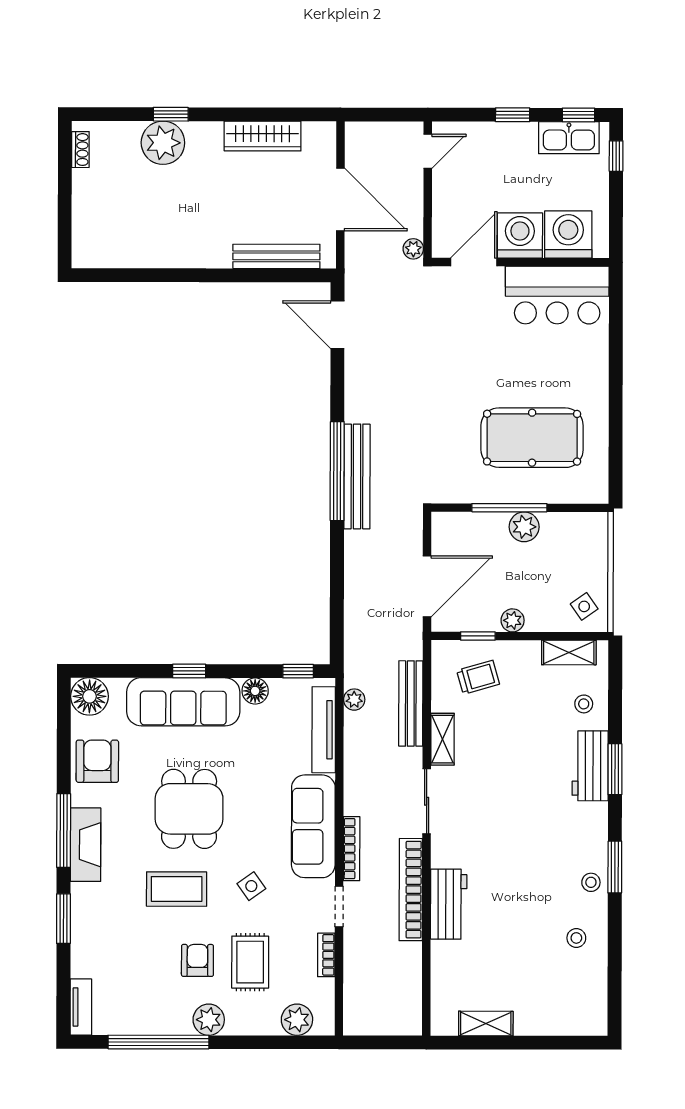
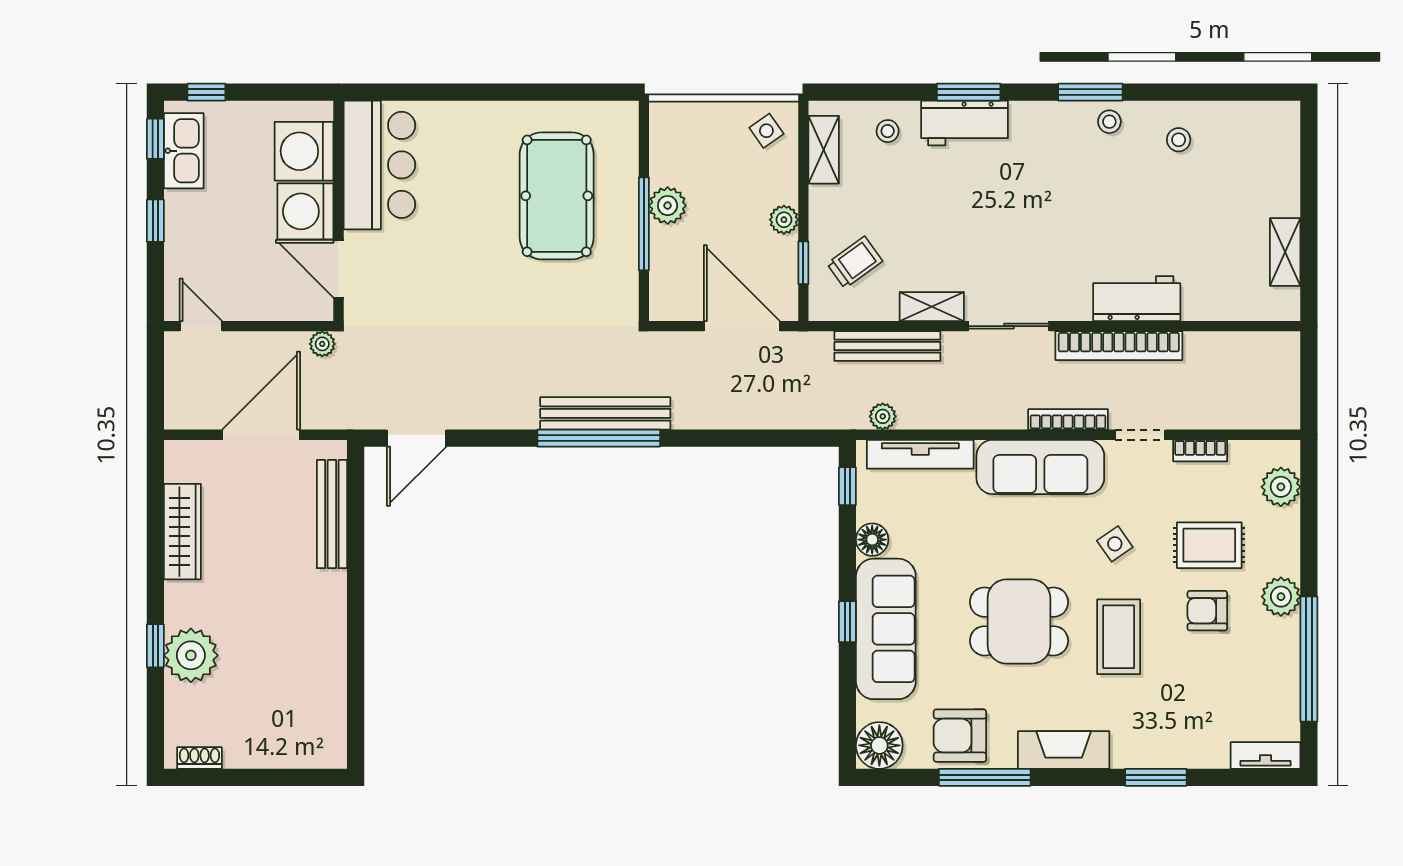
trolley: (478, 677) -> (855, 262), turned 70
window: (64, 831) -> (985, 777), moved

